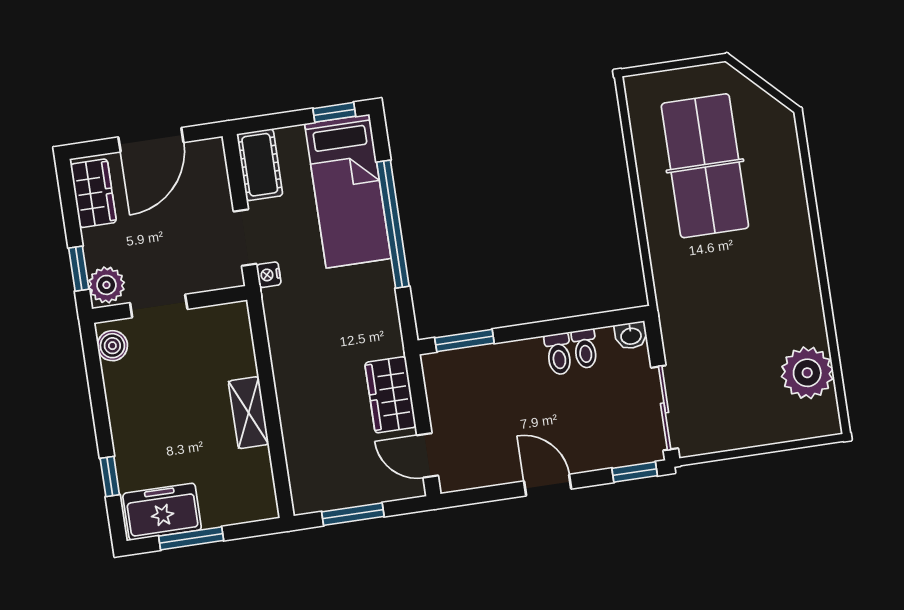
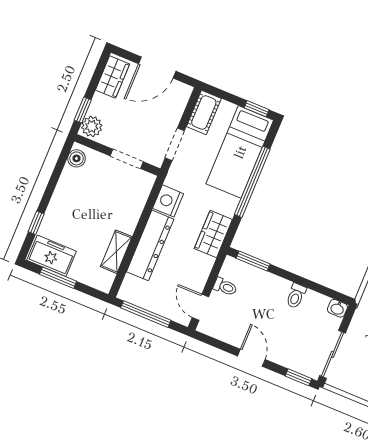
nightstand: (269, 275) -> (168, 201), moved, width x1.89, depth x1.79
doorway: (159, 306) -> (127, 159), moved
toilet: (585, 349) -> (225, 287), moved, turned -90
wardrobe: (390, 395) -> (213, 234), moved
dresser: (298, 409) -> (150, 245), added
shelving: (249, 413) -> (116, 252), moved
window: (353, 514) -> (146, 314), width x1.44

